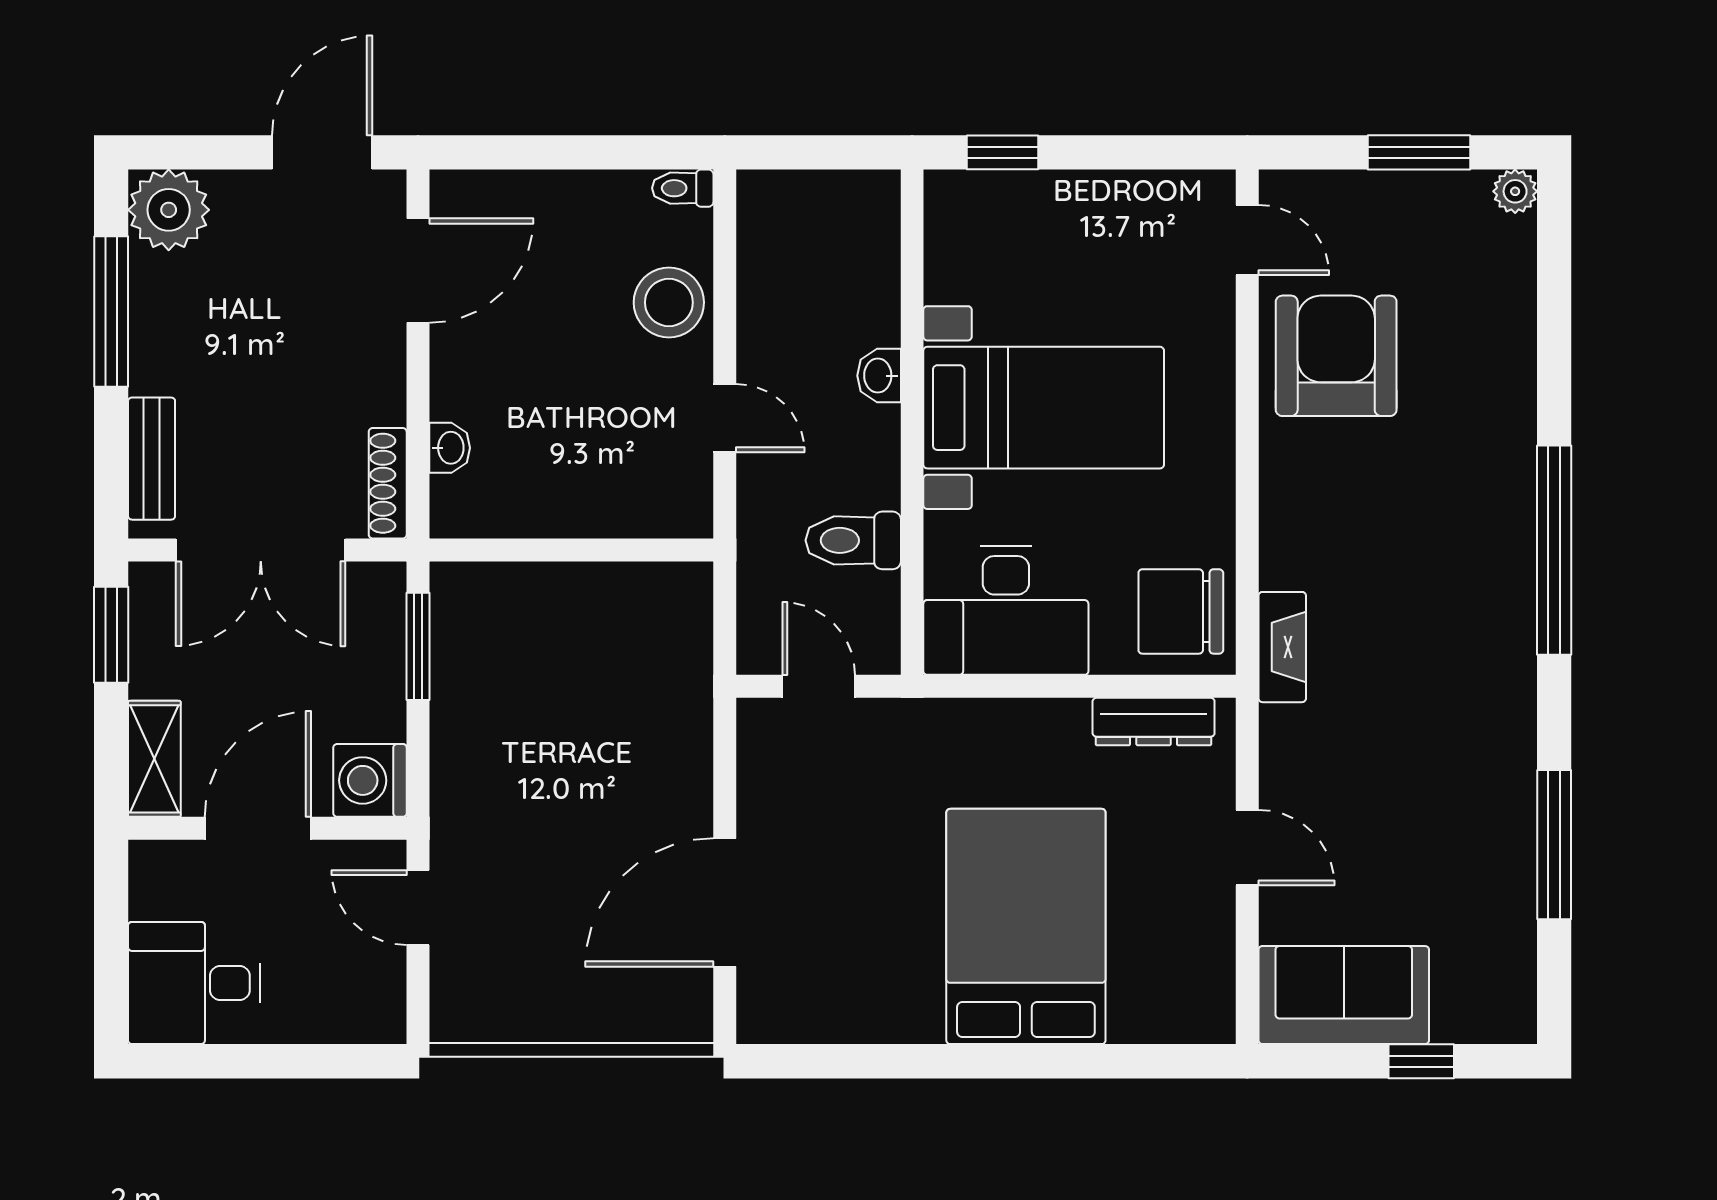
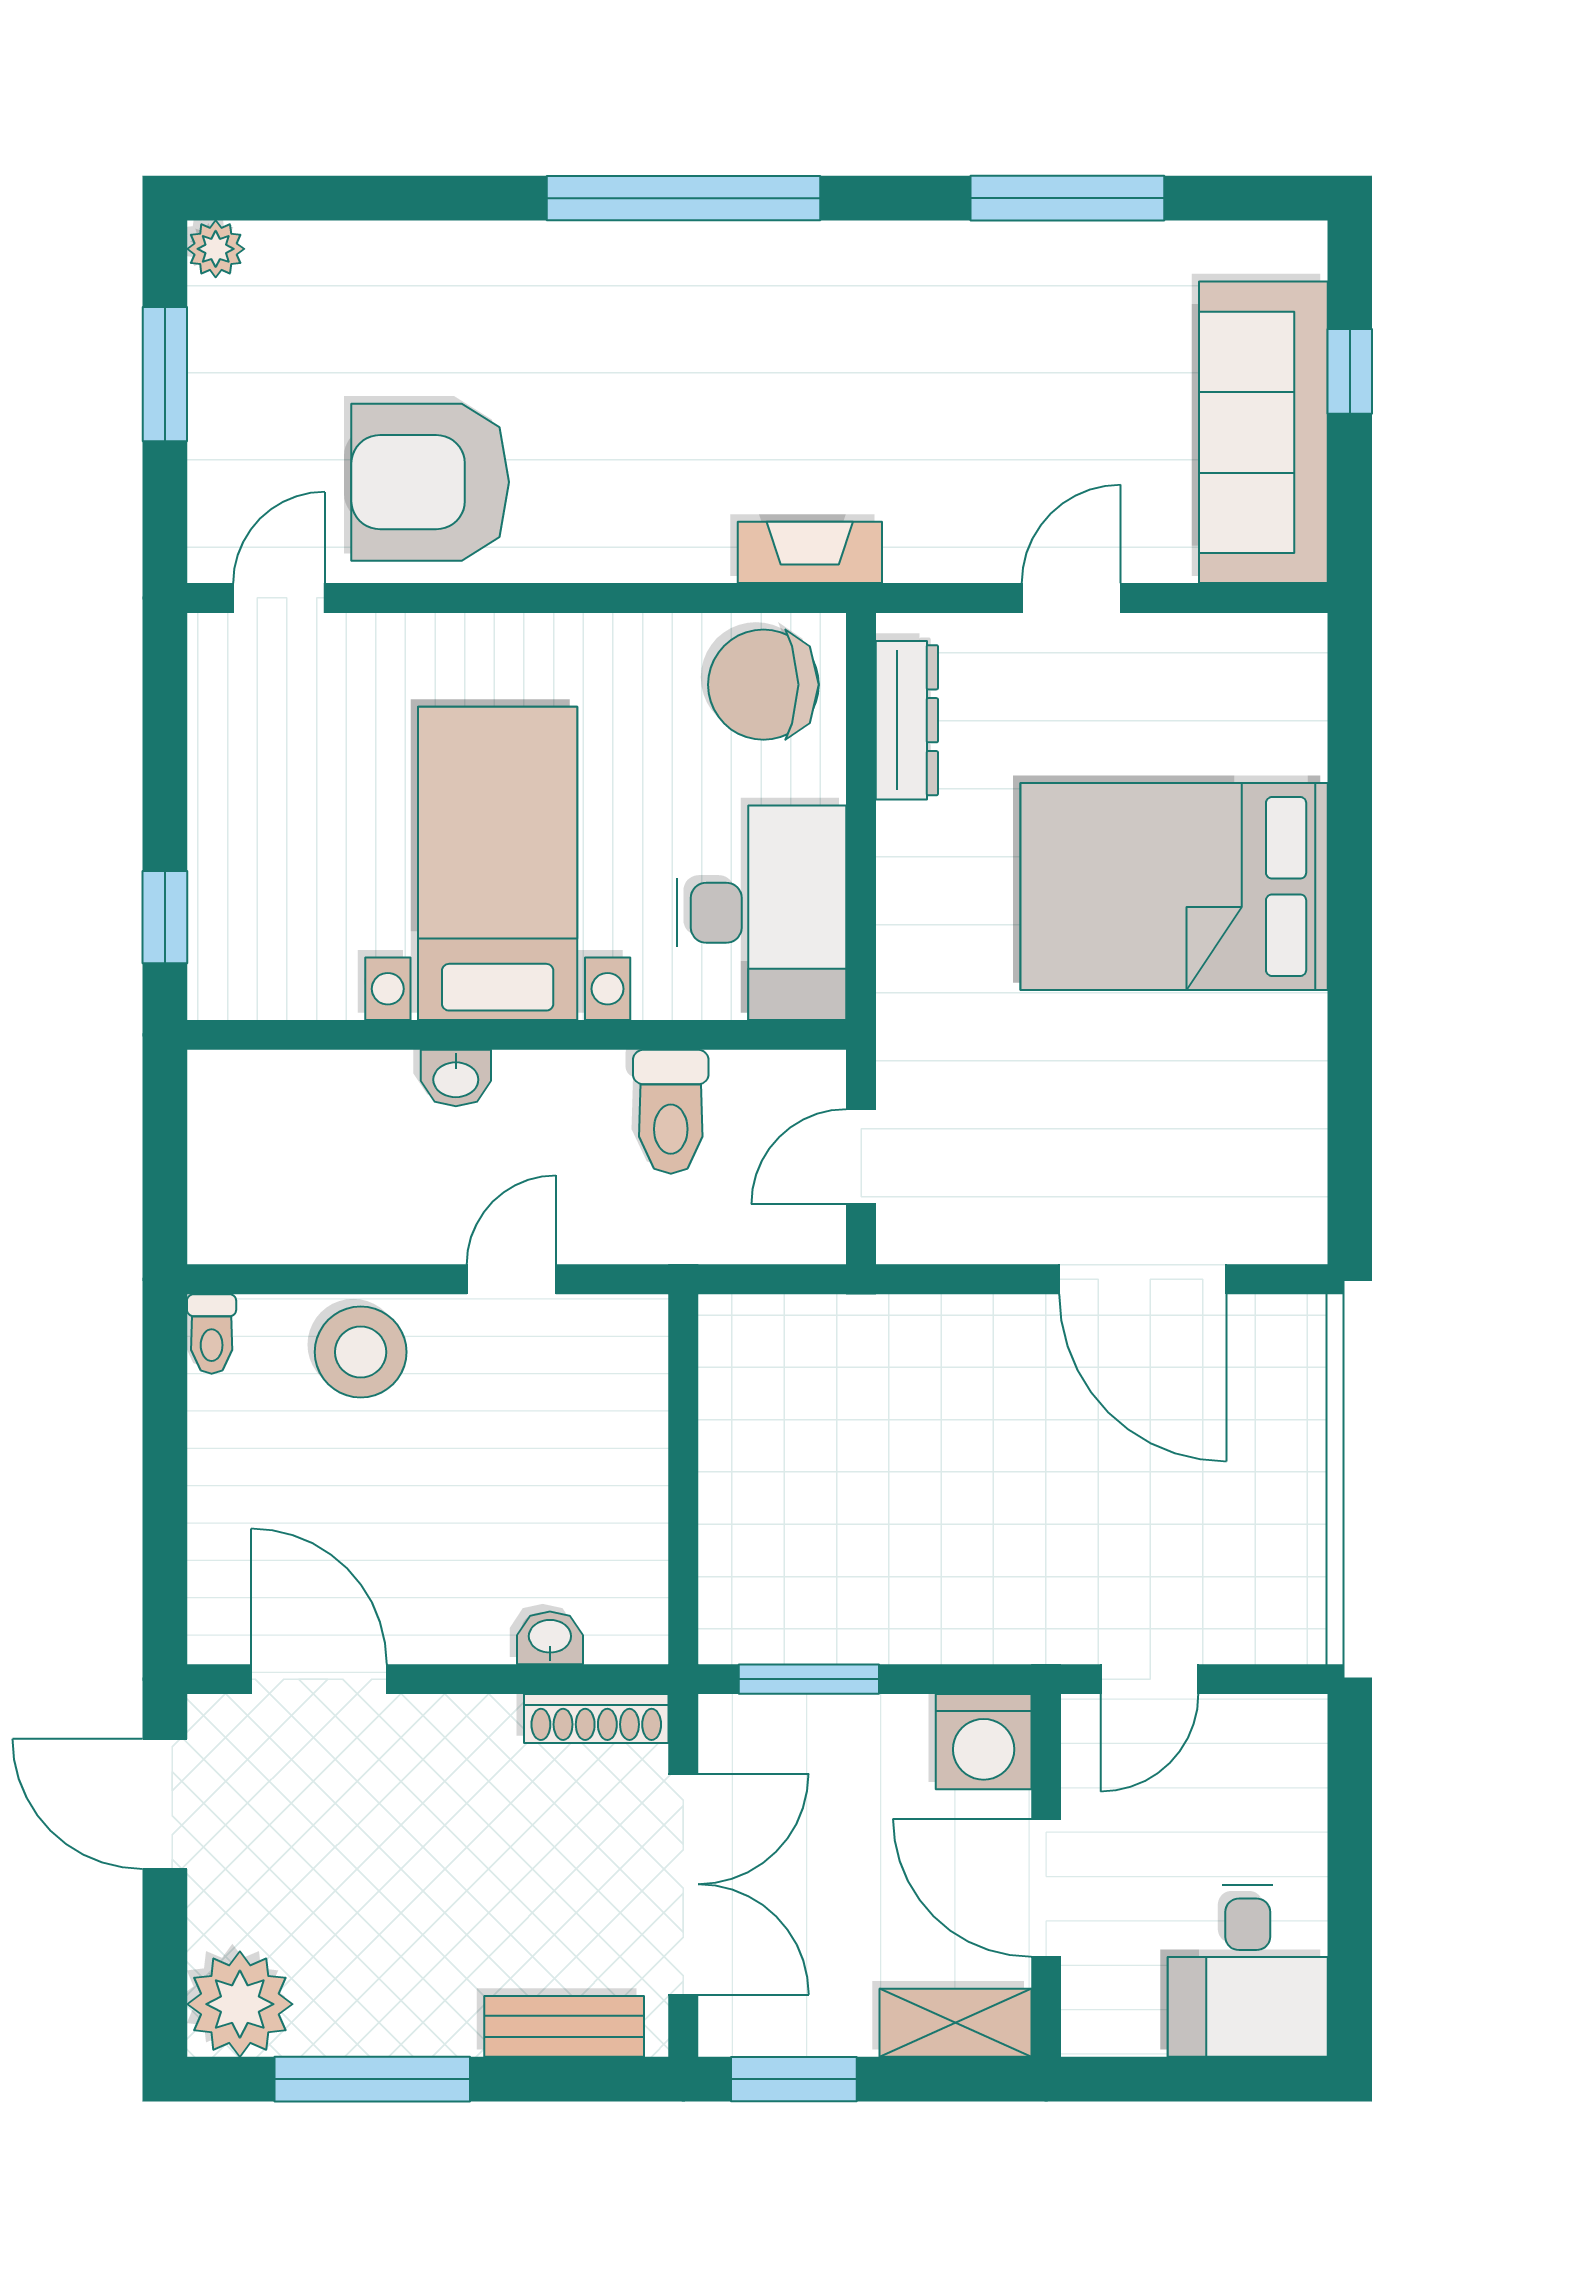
chair: (1181, 611) -> (763, 685), turned 90
sofa: (1344, 995) -> (1263, 432), width x1.36

